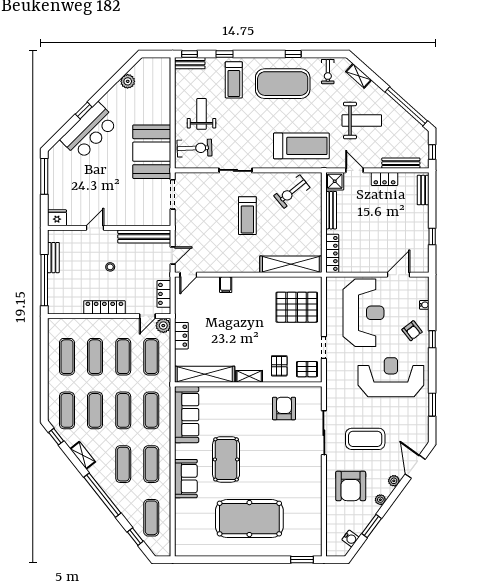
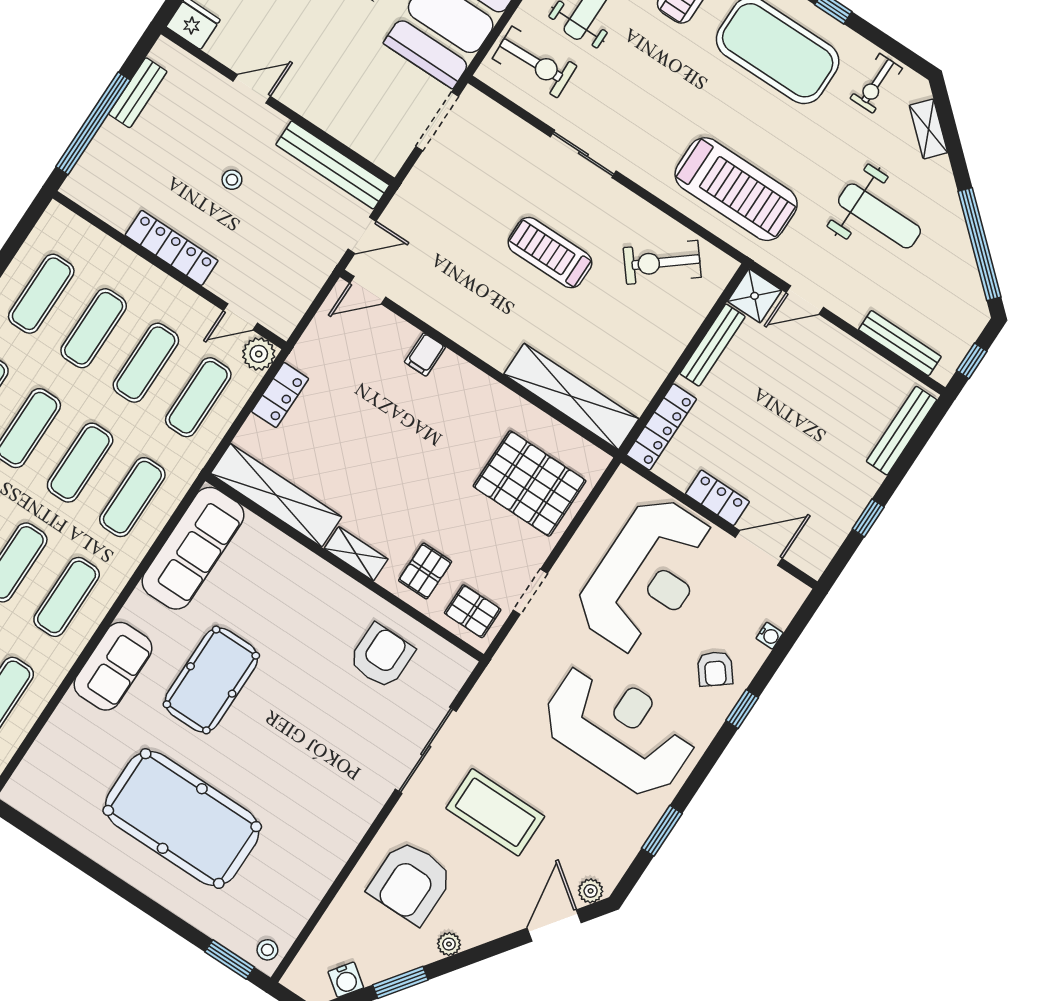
door: (355, 170) -> (805, 300), swing flipped
locker: (384, 179) -> (717, 498), moved, turned 180
bench: (423, 190) -> (902, 431), width x1.36
treadmill: (247, 216) -> (550, 253), turned 90
locker: (164, 294) -> (299, 296), removed
plant: (394, 481) -> (591, 891), moved
stool: (314, 547) -> (267, 950), added

